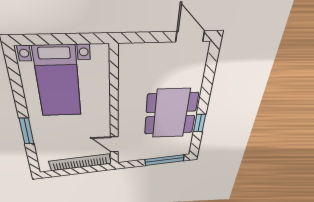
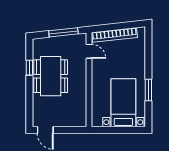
window: (27, 131) -> (148, 90), moved
window: (164, 160) -> (63, 32), moved

